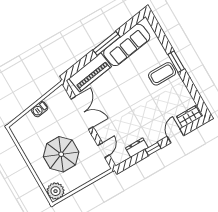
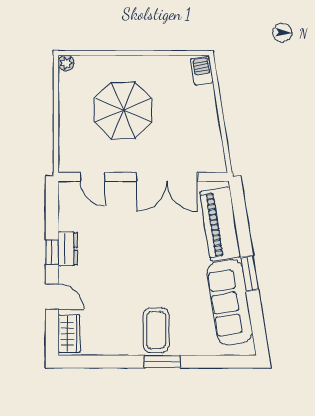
window: (107, 43) -> (250, 273), width x0.69
barbecue: (39, 109) -> (202, 70), moved
dresser: (137, 148) -> (68, 249), moved
plant: (56, 191) -> (66, 63), width x0.53, depth x0.53

